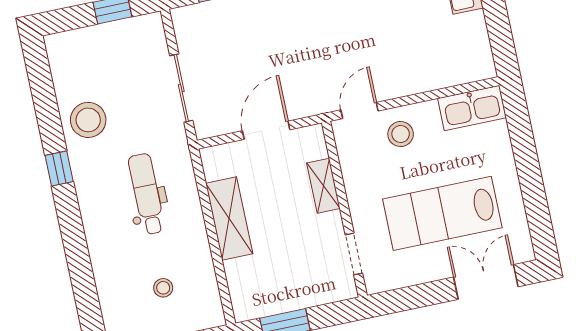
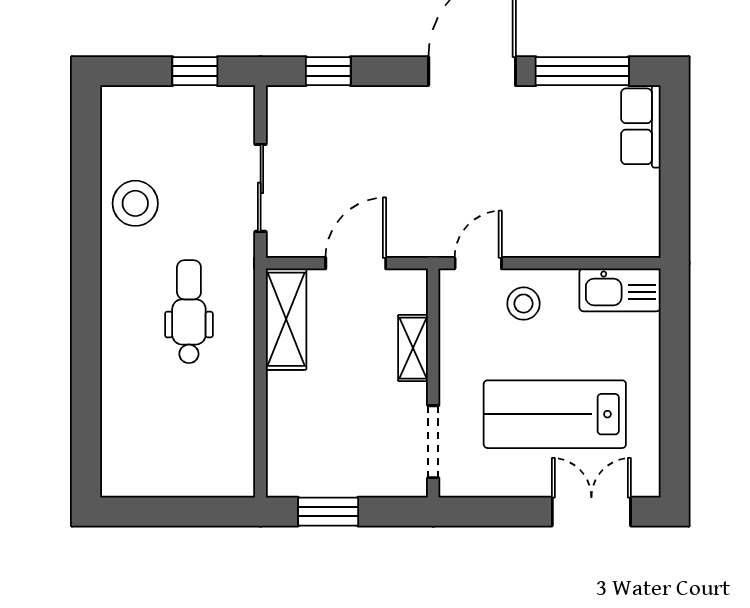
window: (59, 169) -> (86, 257), removed
shelving: (229, 219) -> (286, 319), moved
doorway: (354, 254) -> (433, 442), width x1.38
stool: (163, 288) -> (185, 434), removed

